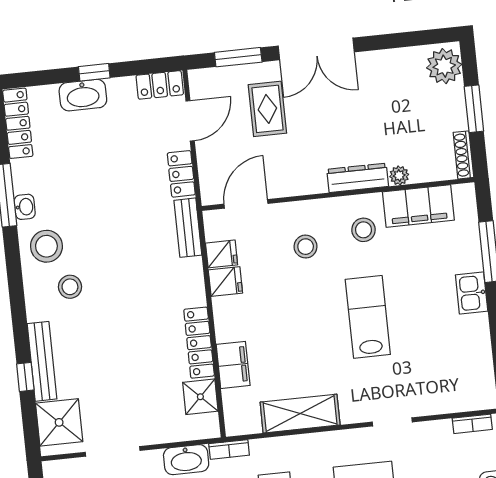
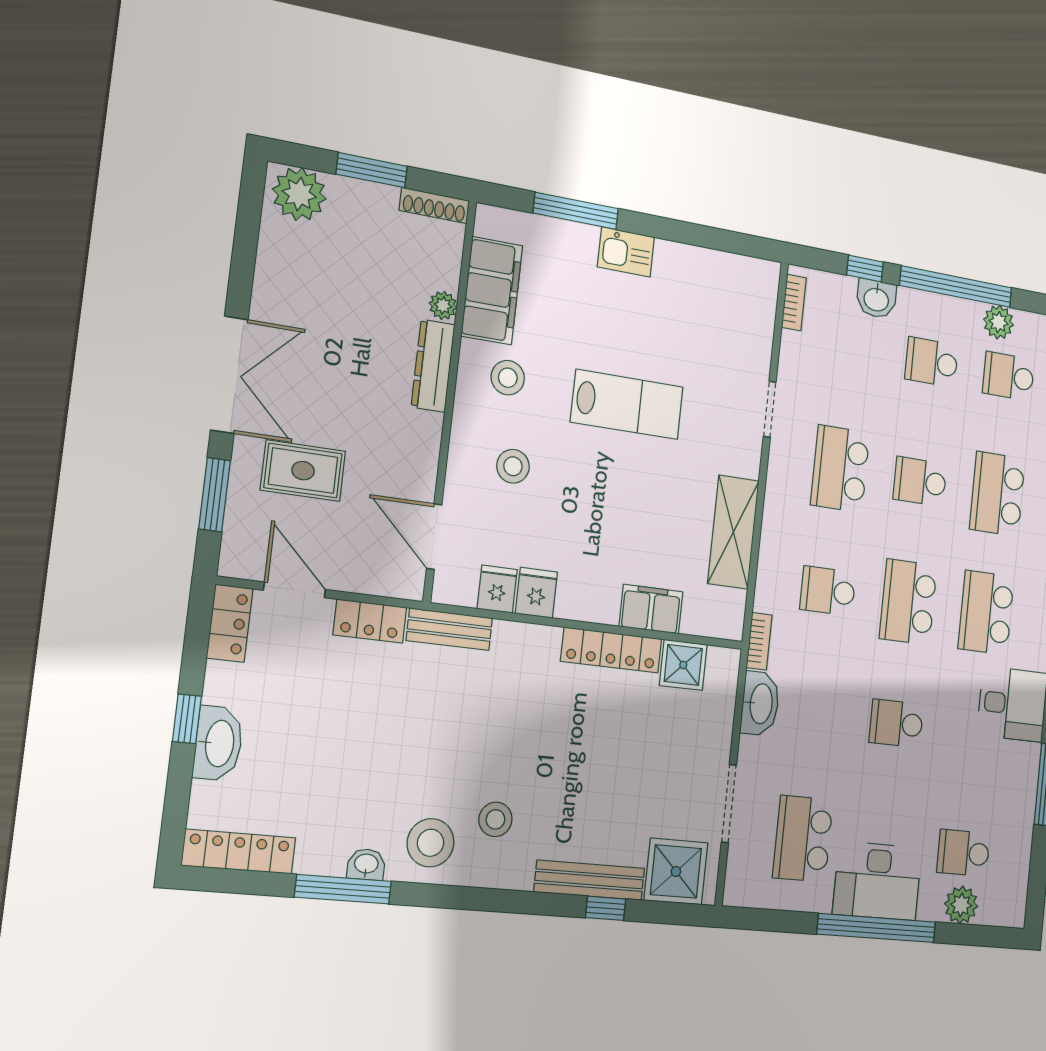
lab bench: (368, 317) -> (627, 404), turned 180

